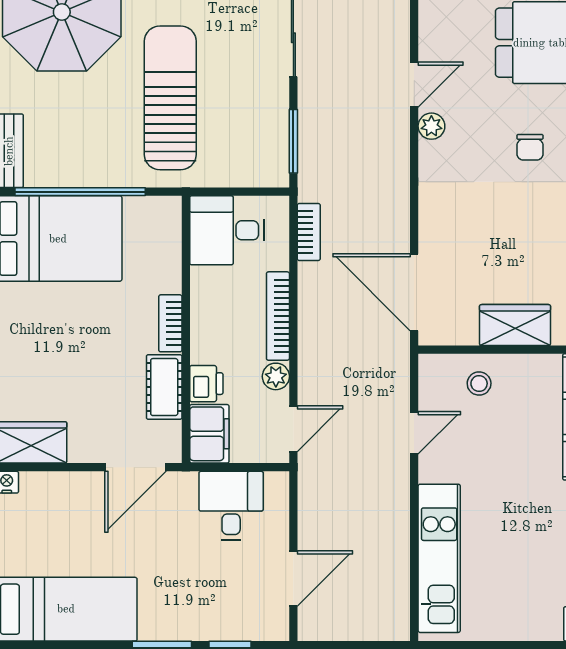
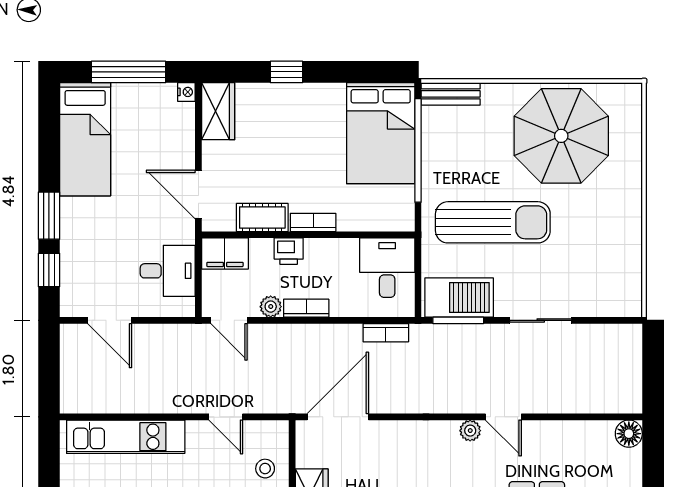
barbecue: (265, 140) -> (459, 297), added
bookcase: (278, 316) -> (306, 308), width x0.64
printer: (206, 384) -> (289, 251), moved

